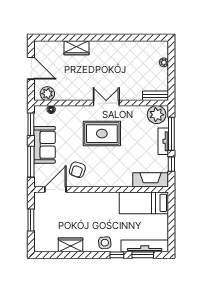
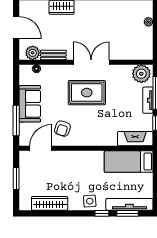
bench: (156, 96) -> (53, 55), moved
double door: (106, 103) -> (91, 62), width x1.37
window: (31, 124) -> (16, 83), removed
wardrobe: (71, 245) -> (50, 203), width x1.50

